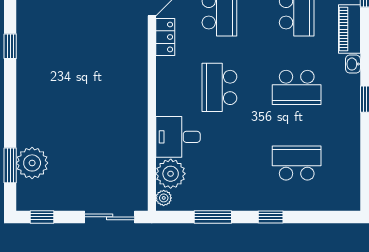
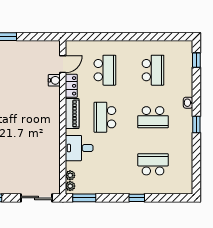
water cooler: (138, 28) -> (54, 80), added
piano: (349, 29) -> (72, 114), moved, turned 180
plant: (171, 174) -> (70, 175), width x0.53, depth x0.53
window: (213, 217) -> (84, 198), moved

